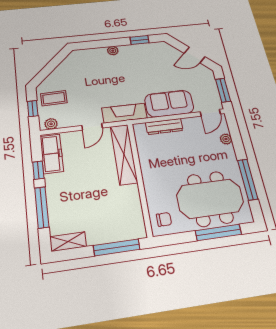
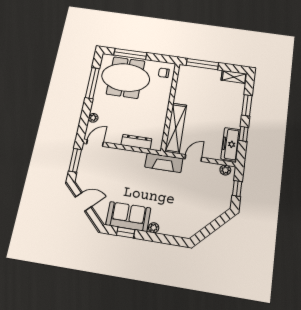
coffee table: (54, 98) -> (218, 193), removed
sofa: (169, 104) -> (128, 216), moved, turned 180
window: (42, 207) -> (247, 105), width x0.69

